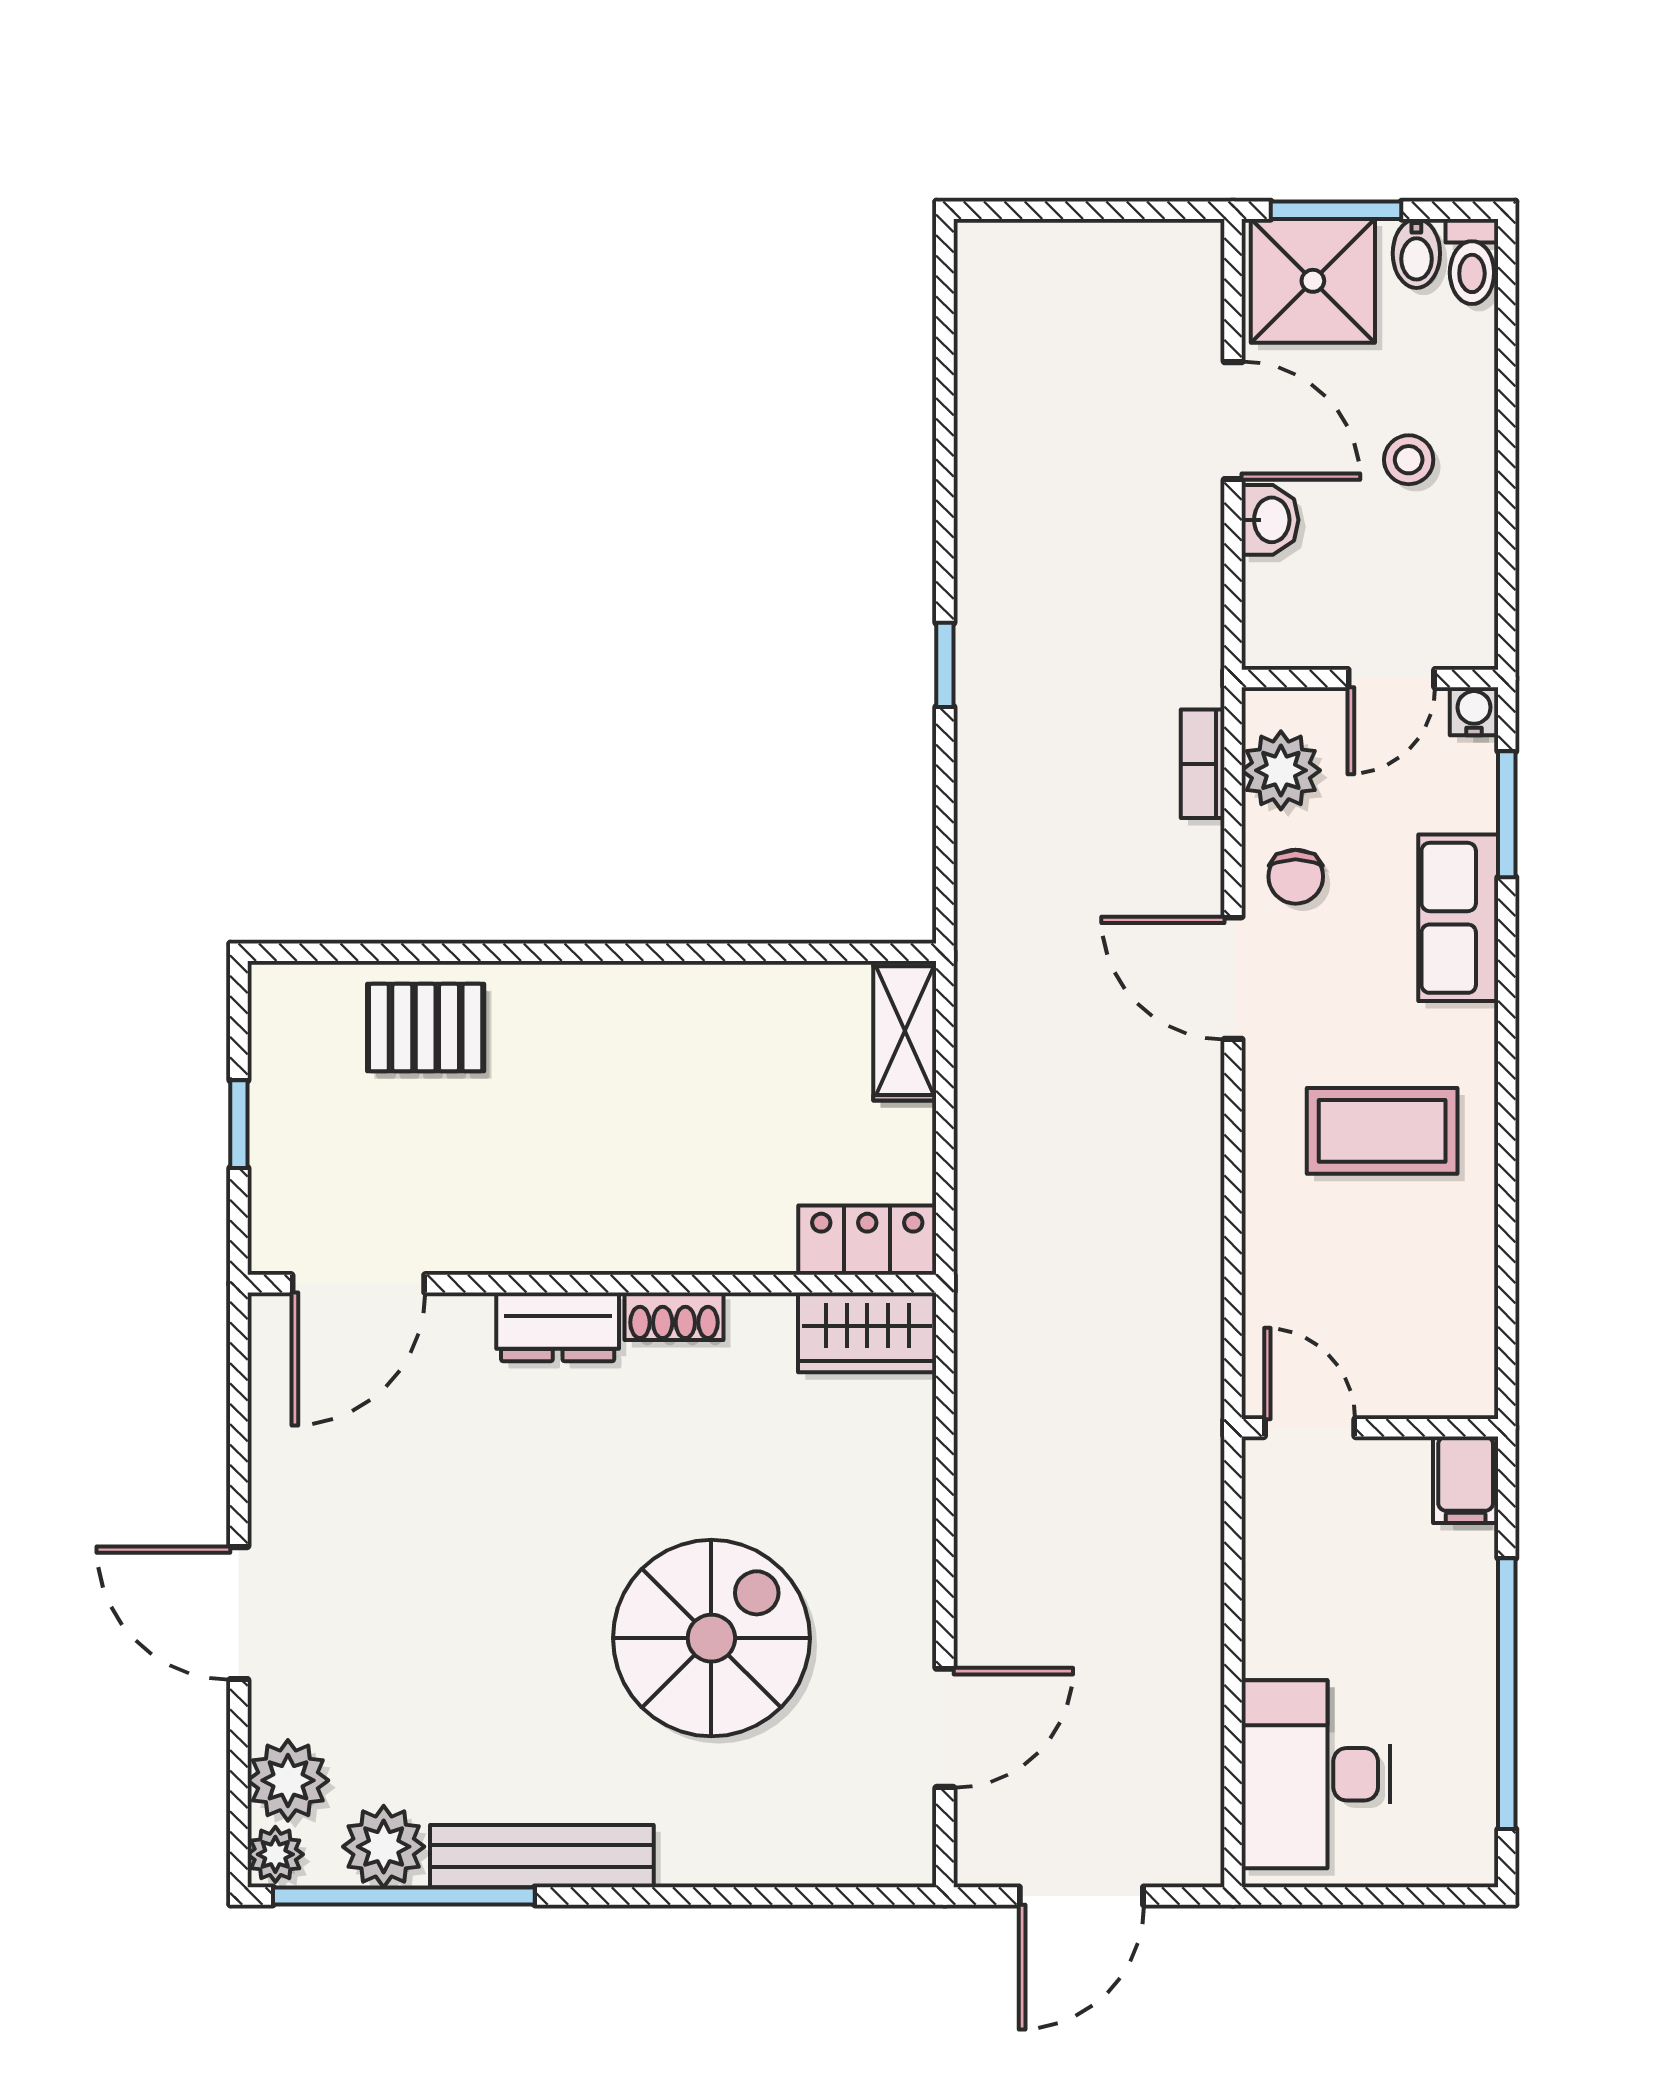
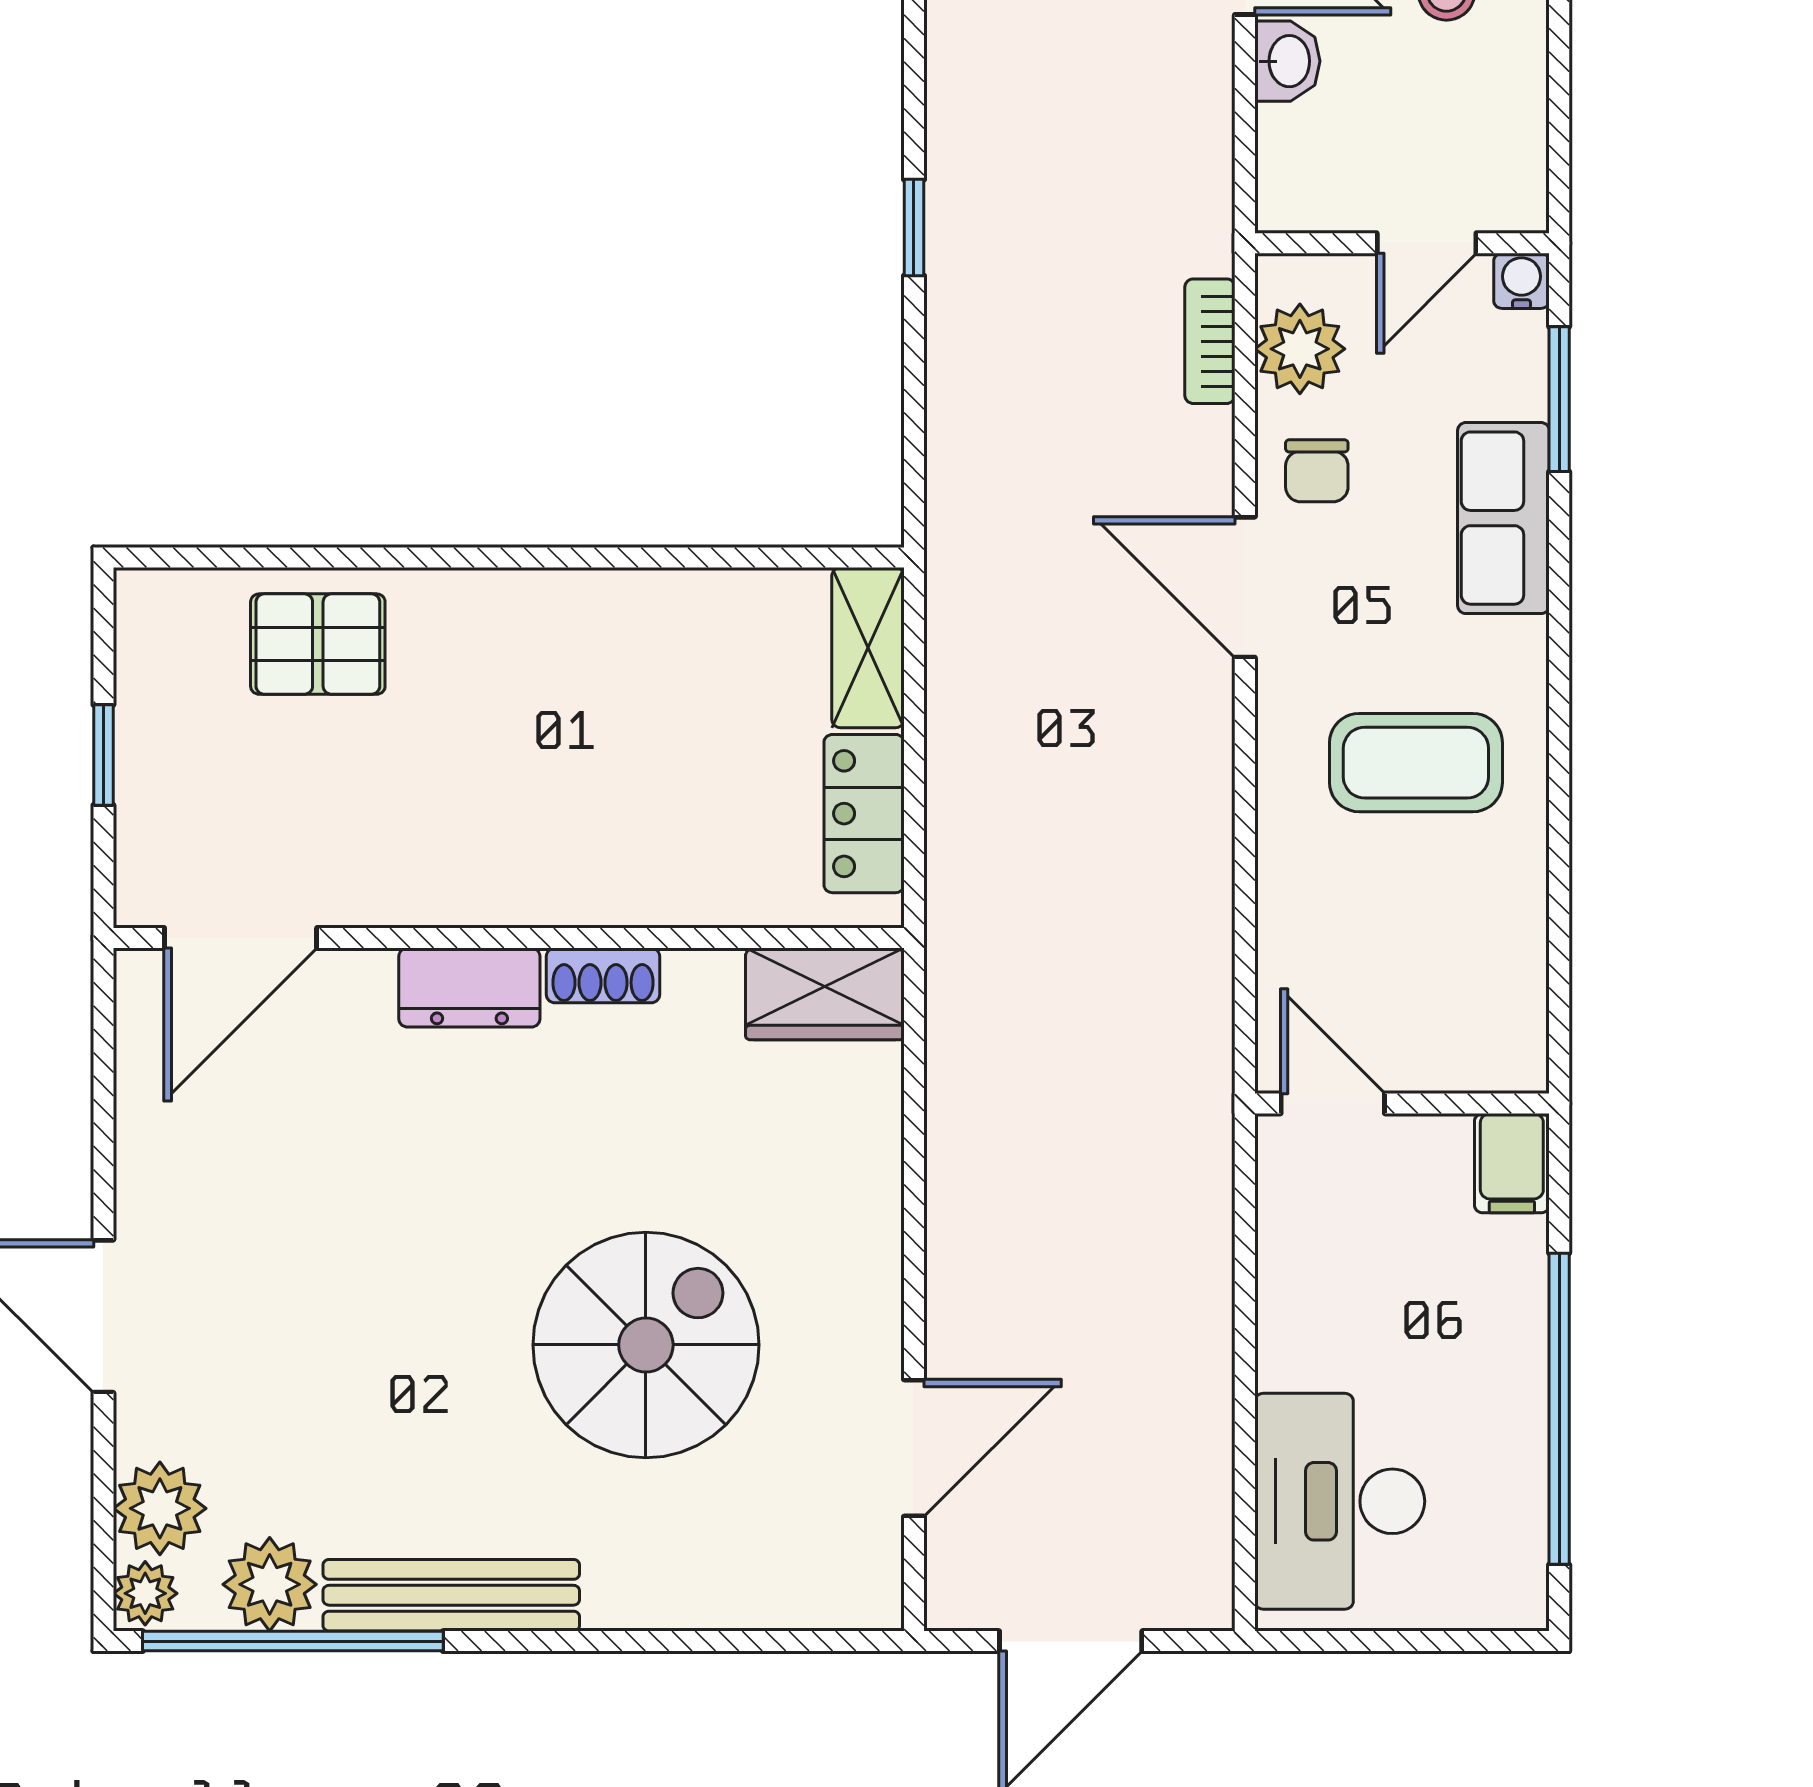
locker: (867, 1240) -> (864, 814), moved, turned -90

